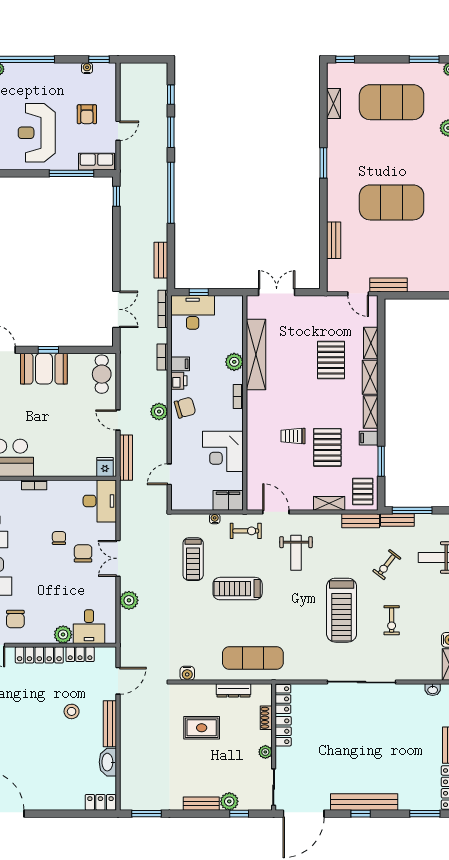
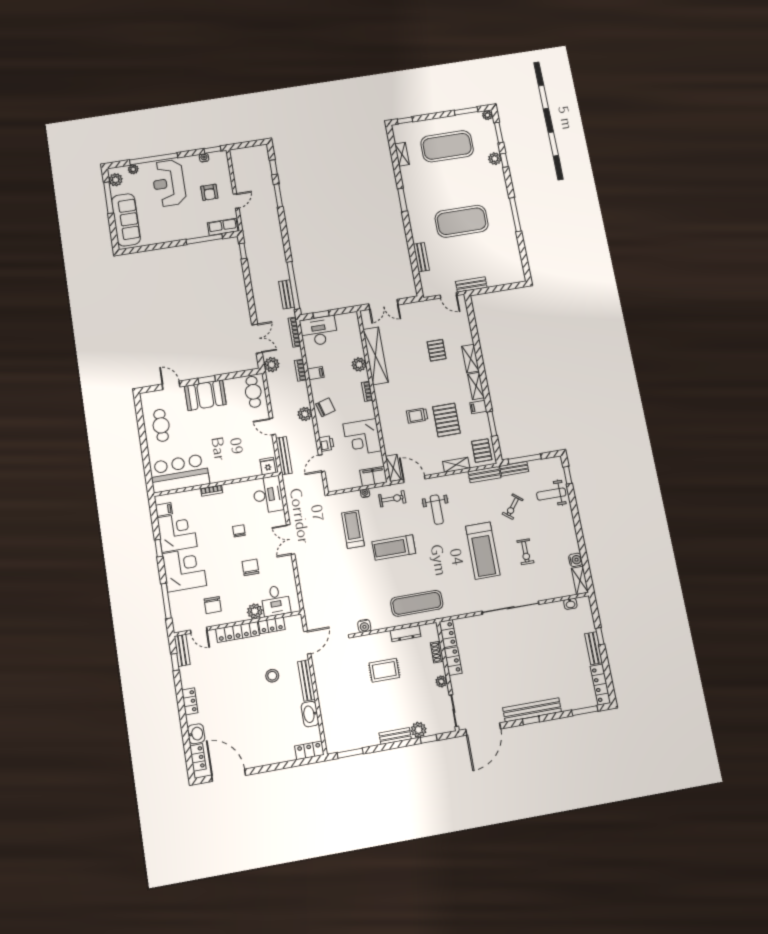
reception desk: (37, 133) -> (169, 183), moved
window: (171, 193) -> (293, 285), moved
double door: (277, 292) -> (383, 304), swing flipped
shelving: (371, 343) -> (393, 468), moved
pallet: (331, 360) -> (437, 350), width x0.67, depth x0.71
printer: (179, 381) -> (326, 444), moved
chair: (83, 553) -> (250, 567), moved
treadmill: (193, 559) -> (353, 529), turned 180
plant: (129, 600) -> (272, 365), moved

